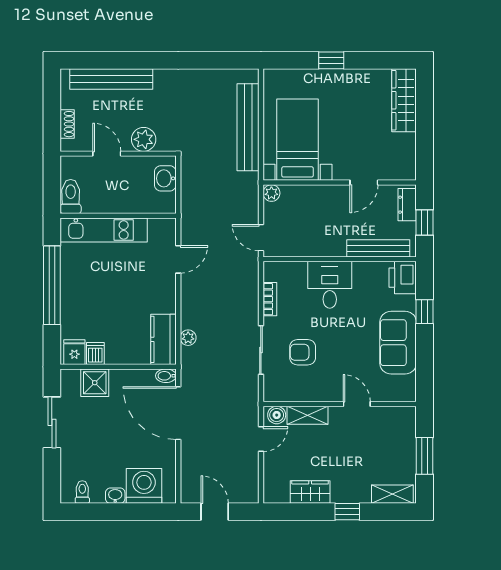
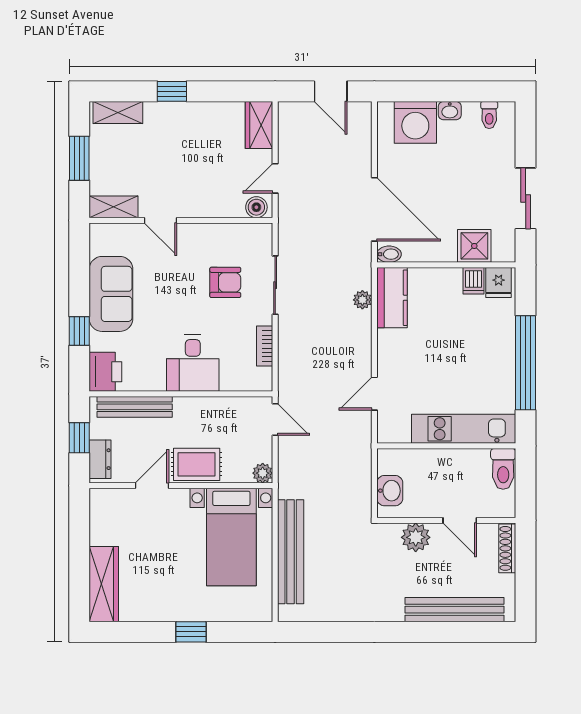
shoe rack: (67, 124) -> (507, 548), width x1.43
rug: (327, 200) -> (197, 464), added
shelving: (308, 415) -> (114, 207), moved
wardrobe: (310, 492) -> (259, 125), moved, turned 90

